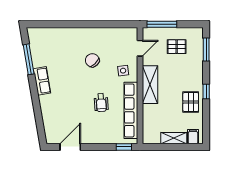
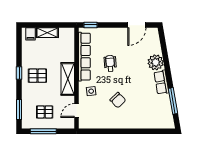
window: (162, 24) -> (43, 131), moved
pallet: (191, 102) -> (37, 76), moved, turned 90
plant: (49, 104) -> (156, 62), added

